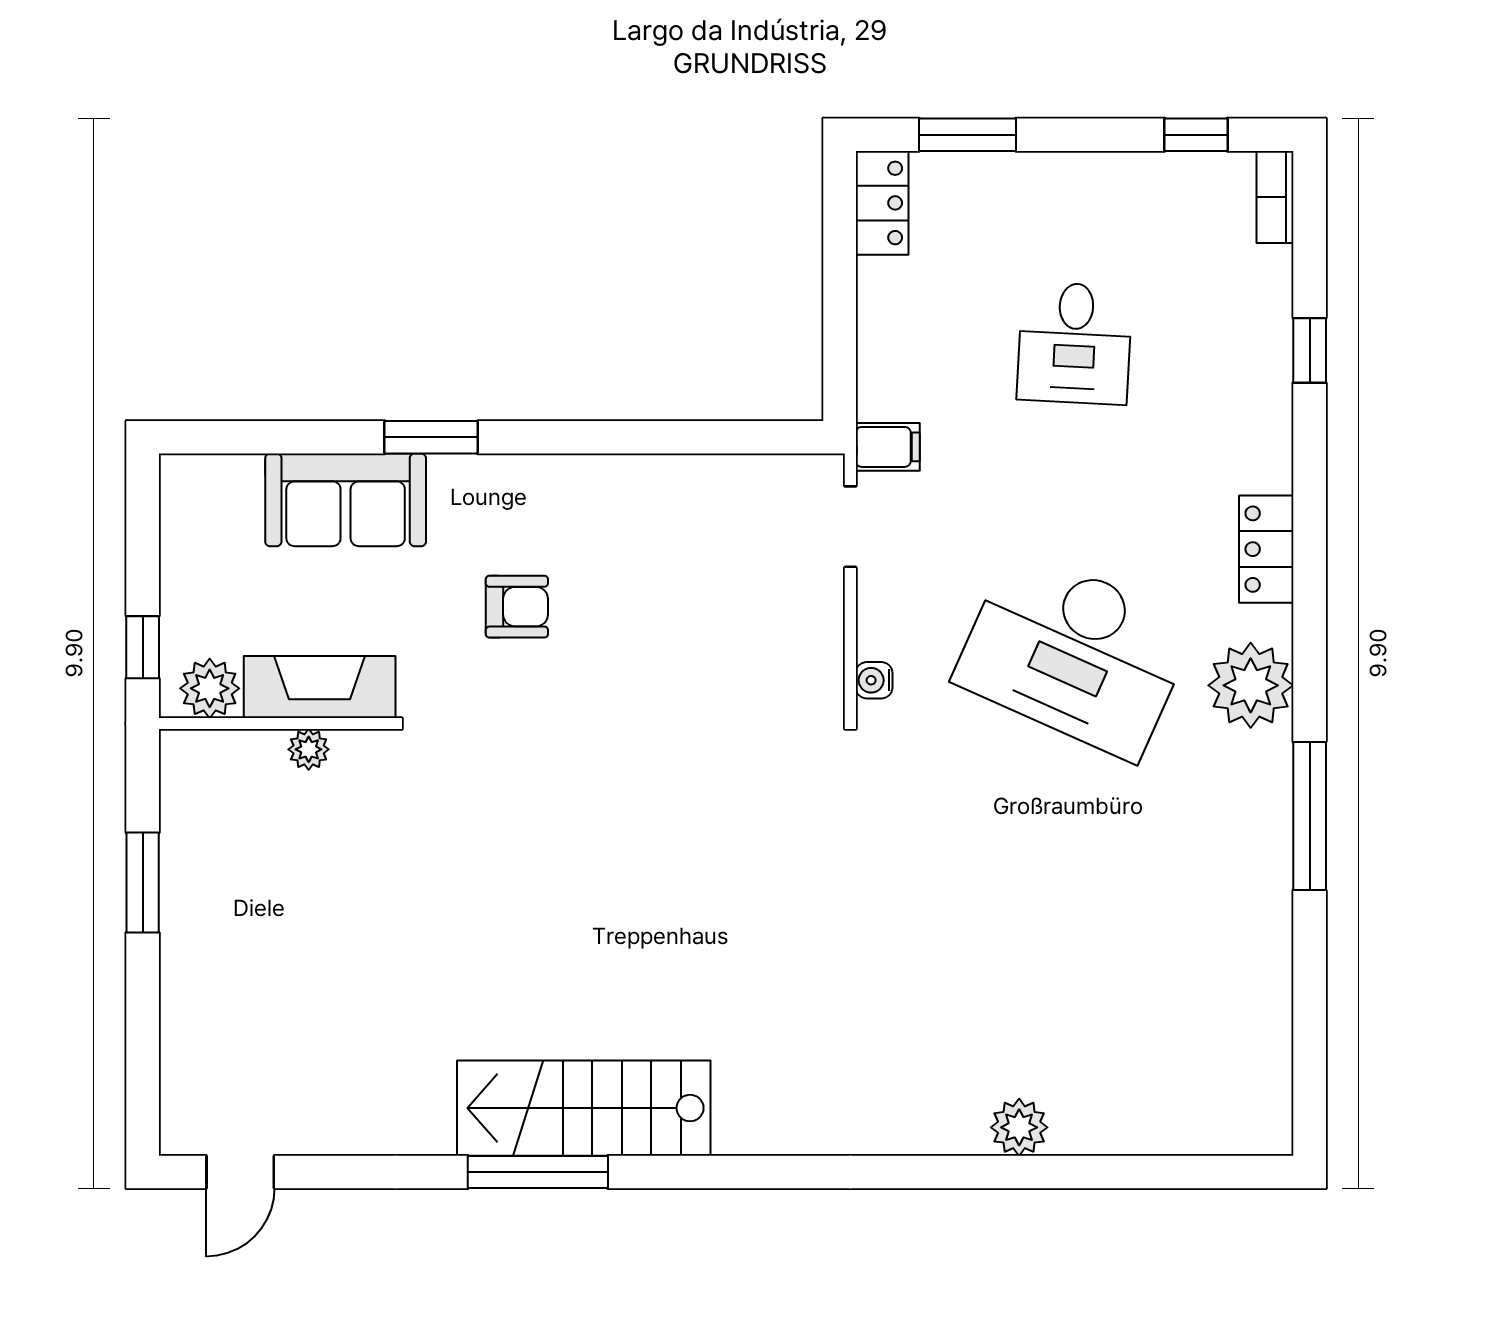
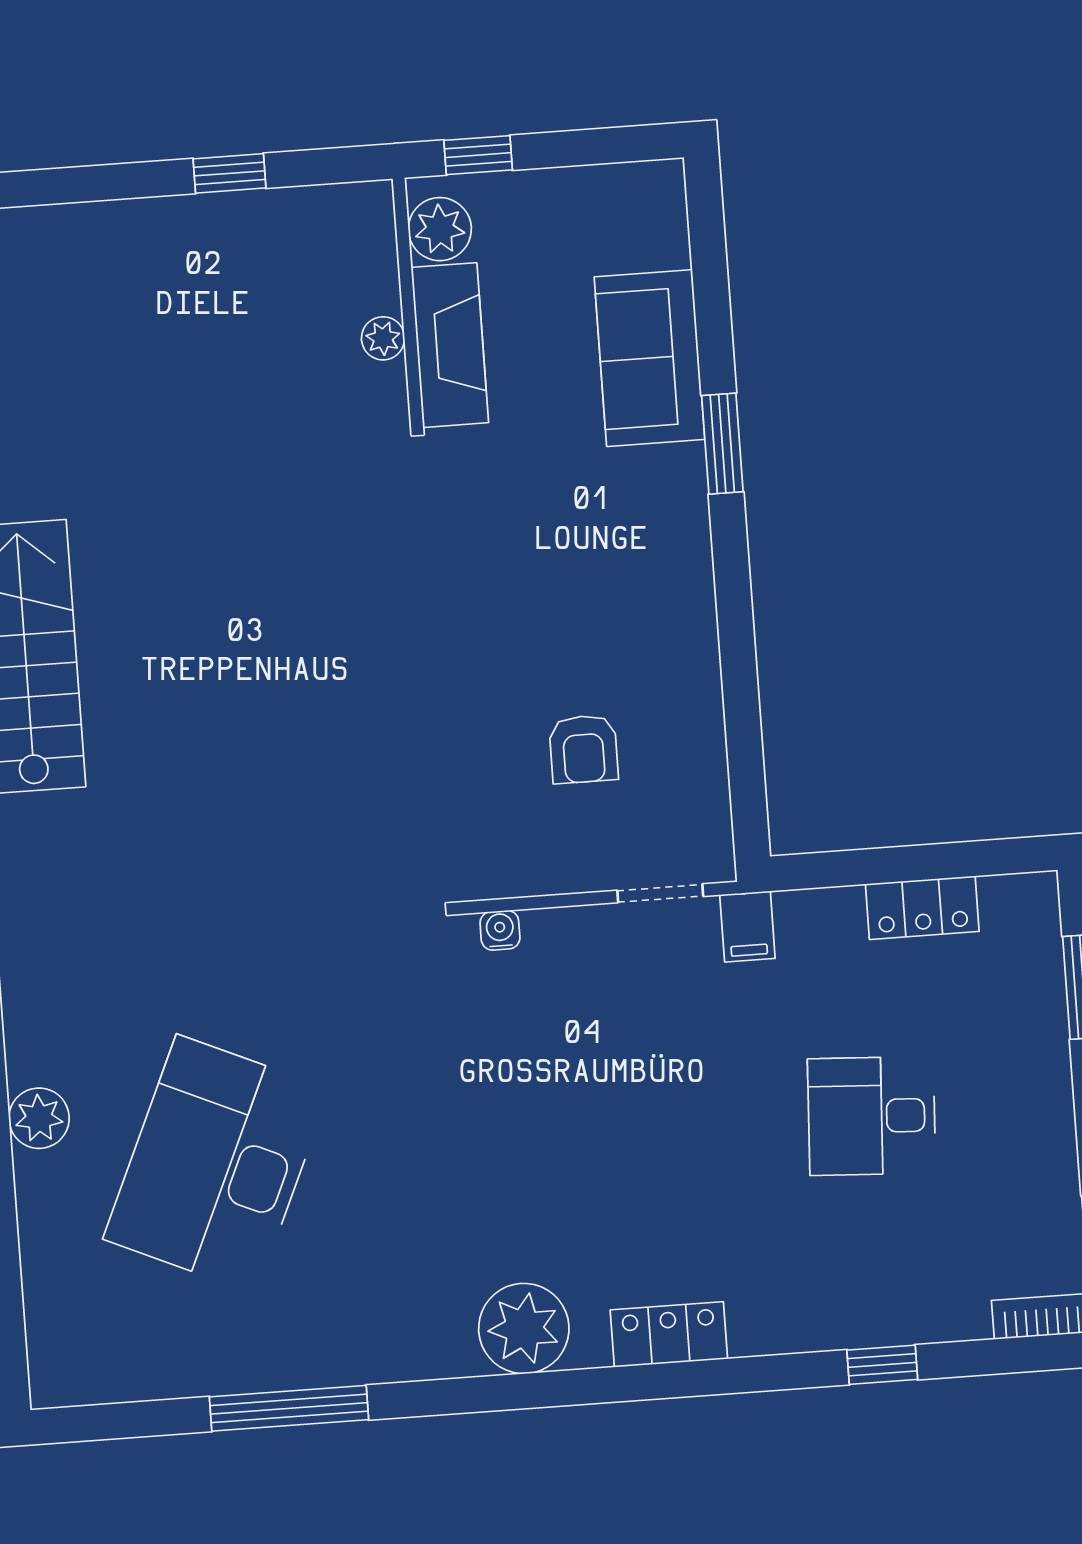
locker: (882, 203) -> (922, 908), moved
armchair: (517, 607) -> (584, 749), moved
desk: (1075, 653) -> (216, 1164), moved
window: (1310, 816) -> (289, 1408), moved
window: (143, 883) -> (230, 173), width x0.67

